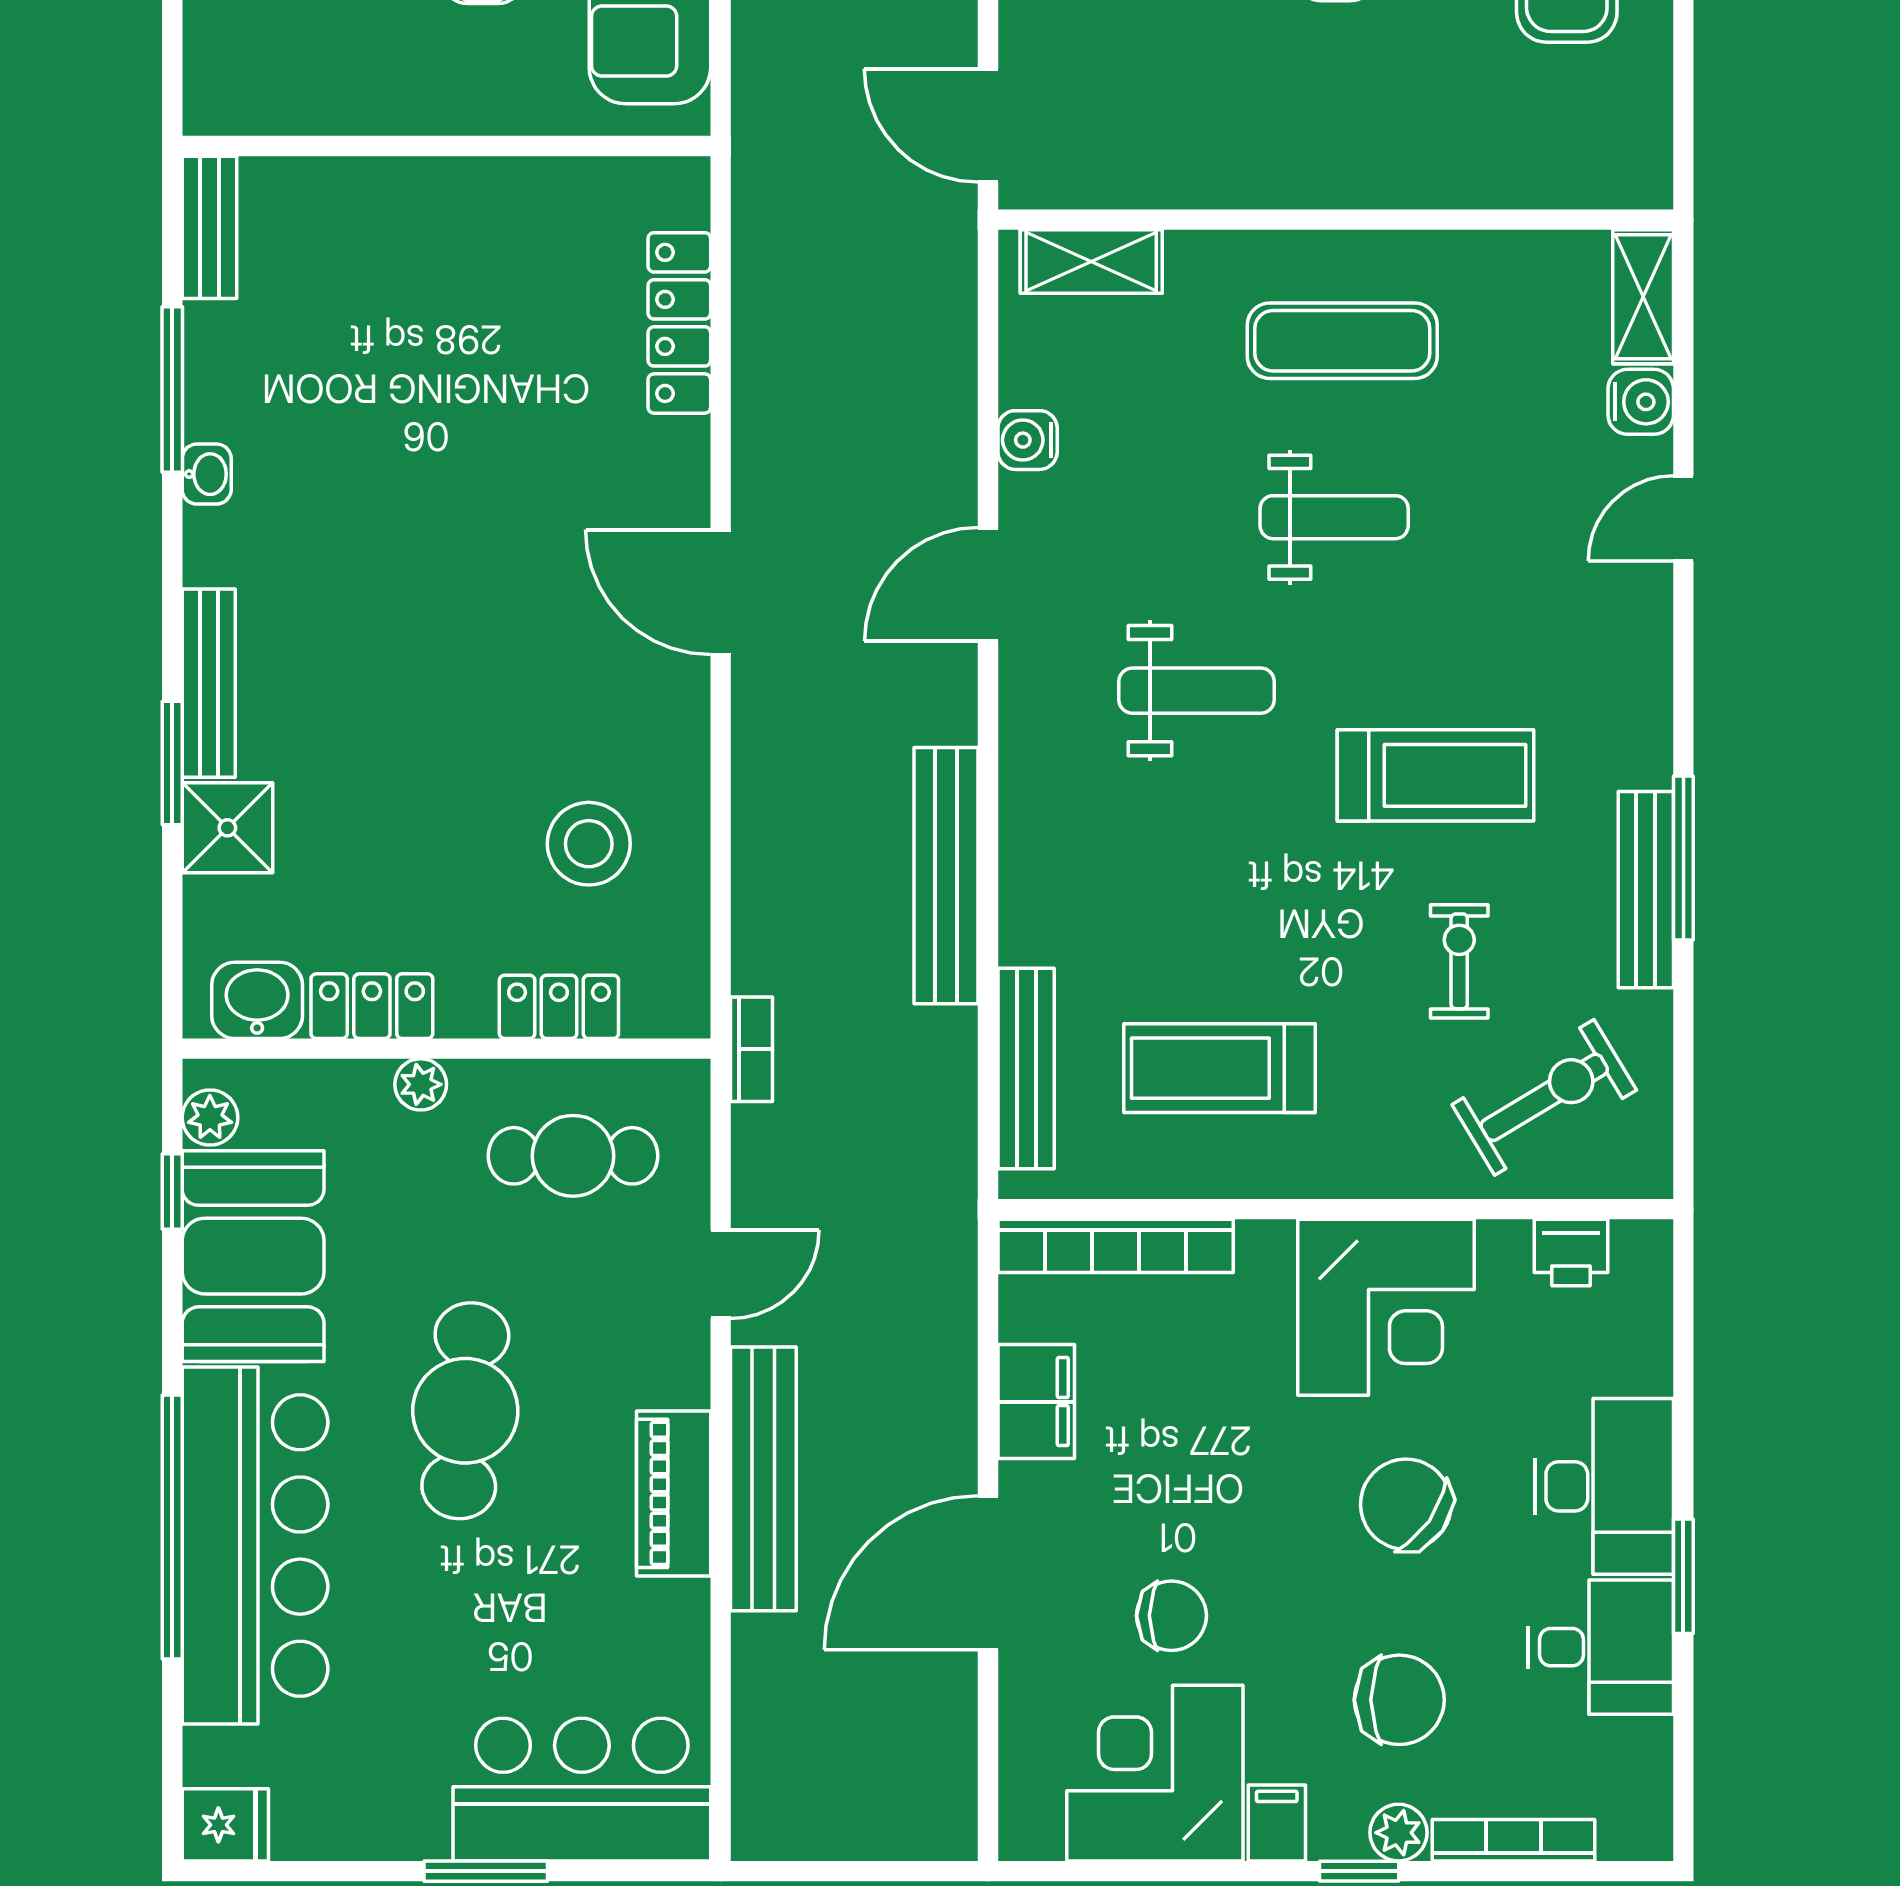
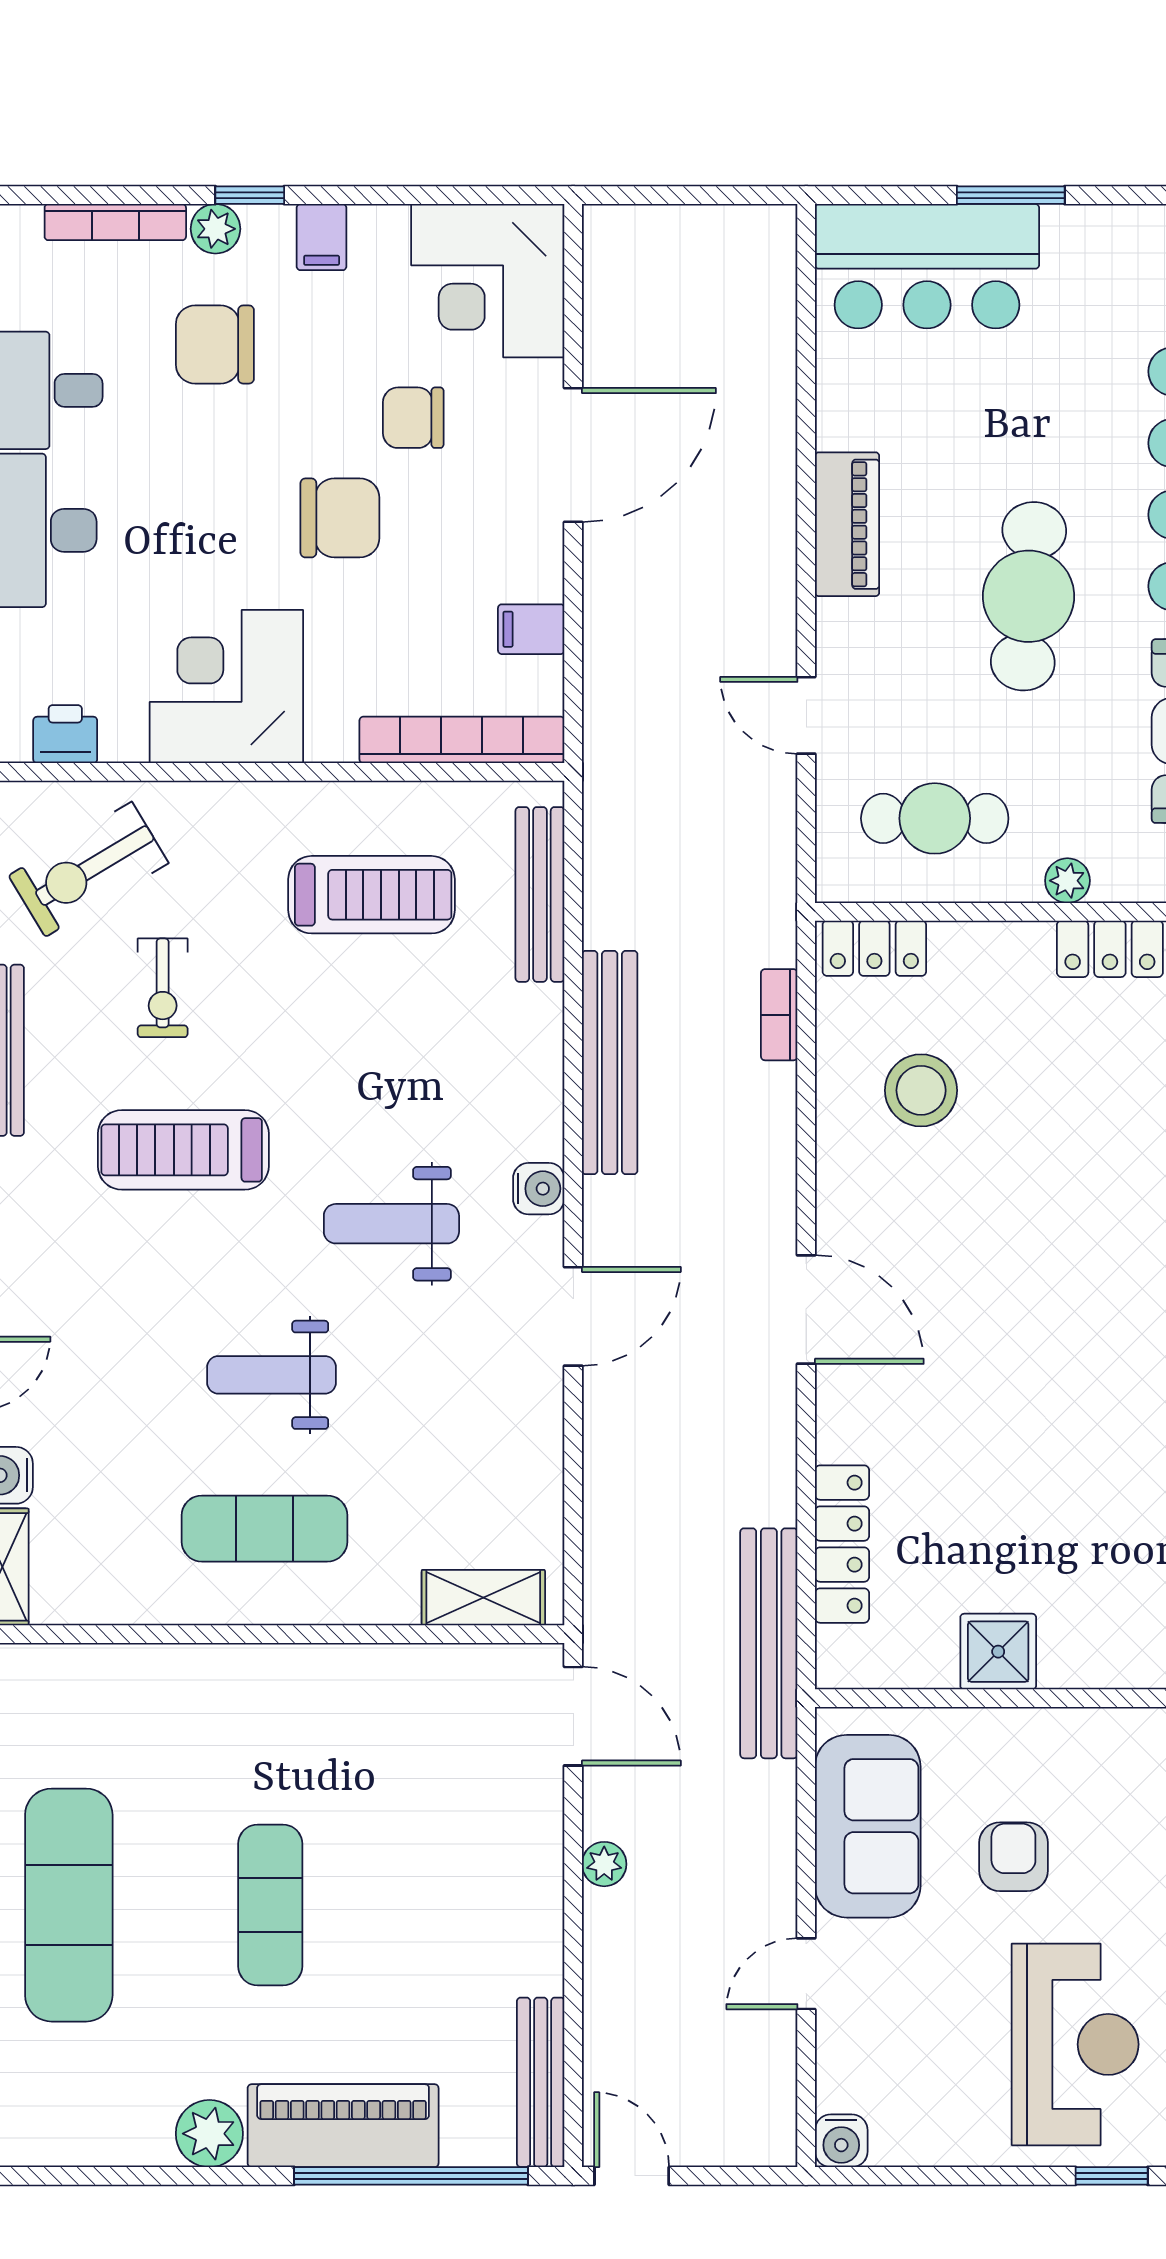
shower: (500, 200) -> (998, 1652), added
water cooler: (1028, 440) -> (539, 1189), moved
locker: (559, 1007) -> (874, 948), moved
bookcase: (751, 1049) -> (779, 1015), moved
door: (721, 1274) -> (806, 715), hinge flipped
filing cabinet: (1036, 1402) -> (531, 629), width x0.50
bench: (763, 1479) -> (769, 1643), moved
chair: (1406, 1504) -> (340, 518), moved, turned -35
corner desk: (1155, 1773) -> (488, 281), moved, turned 90

